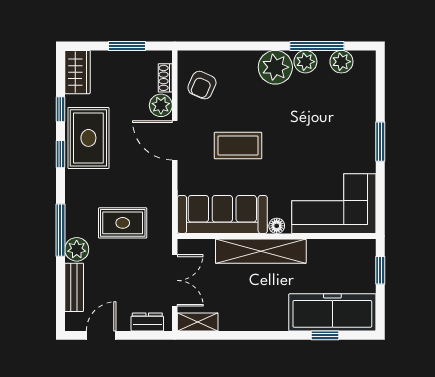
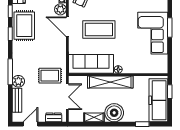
coffee table: (238, 146) -> (99, 29), width x1.36, depth x1.32
corner sofa: (334, 204) -> (153, 33), moved, turned -90
rug: (123, 223) -> (50, 76), moved
freezer: (332, 312) -> (158, 100), moved, turned -90
boiler: (269, 313) -> (114, 113), added
shelving: (198, 322) -> (94, 117), moved

